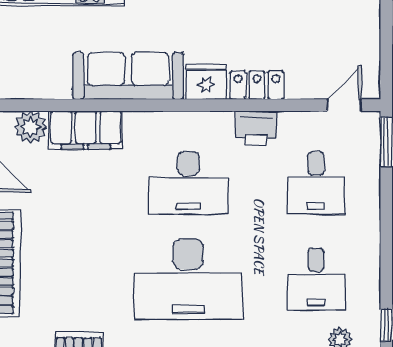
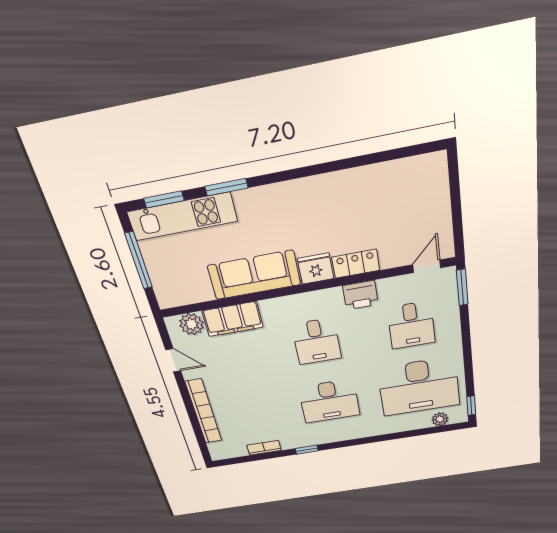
desk: (188, 183) -> (317, 341), width x0.73
desk: (188, 279) -> (329, 401), width x0.73, depth x0.77
desk: (316, 279) -> (419, 387), width x1.87, depth x1.30

